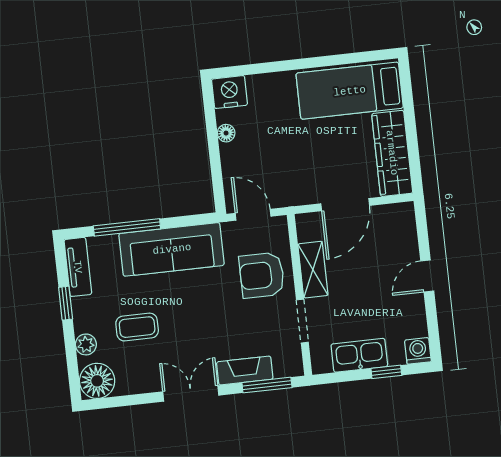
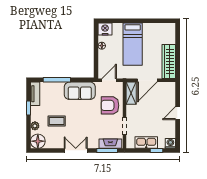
bed: (350, 91) -> (133, 44), moved, turned -90
door: (253, 215) -> (109, 80), hinge flipped
sofa: (172, 249) -> (80, 91), width x0.73
shelving: (313, 270) -> (131, 93), moved
fireplace: (245, 371) -> (110, 144), moved

